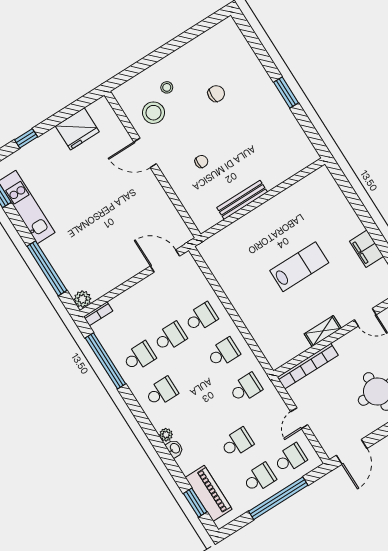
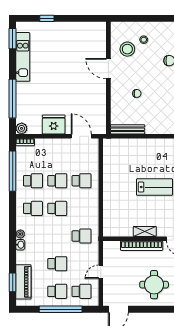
fridge: (77, 129) -> (54, 124), moved, turned 180
bench: (242, 200) -> (128, 129), moved
school desk: (223, 353) -> (57, 208), moved
bookcase: (308, 366) -> (142, 246), moved

